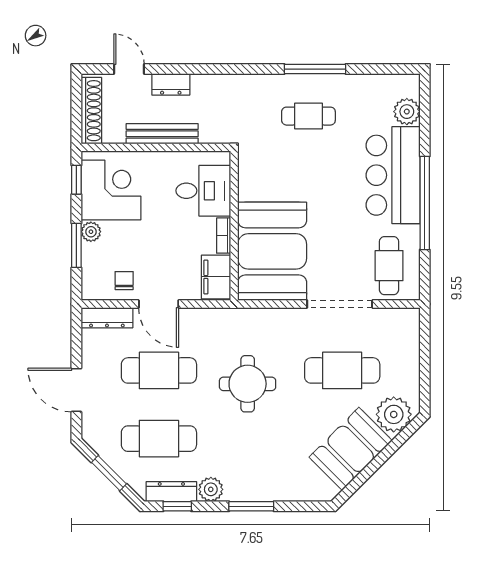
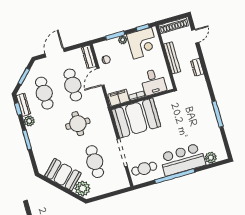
dresser: (171, 84) -> (197, 67), moved
cafe table: (308, 116) -> (197, 117), removed

